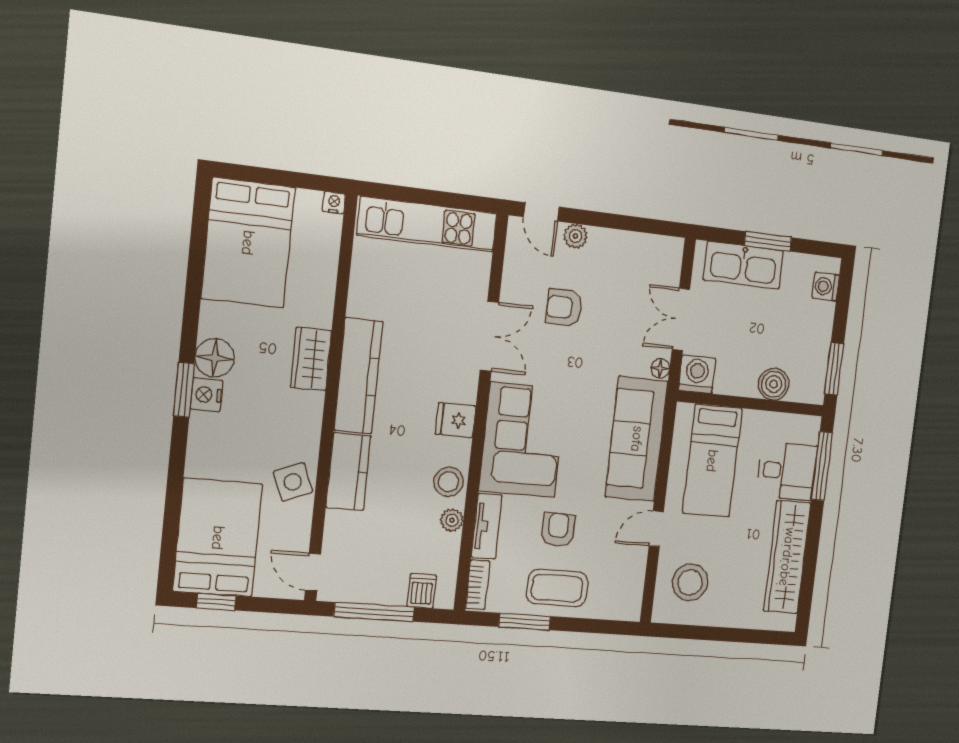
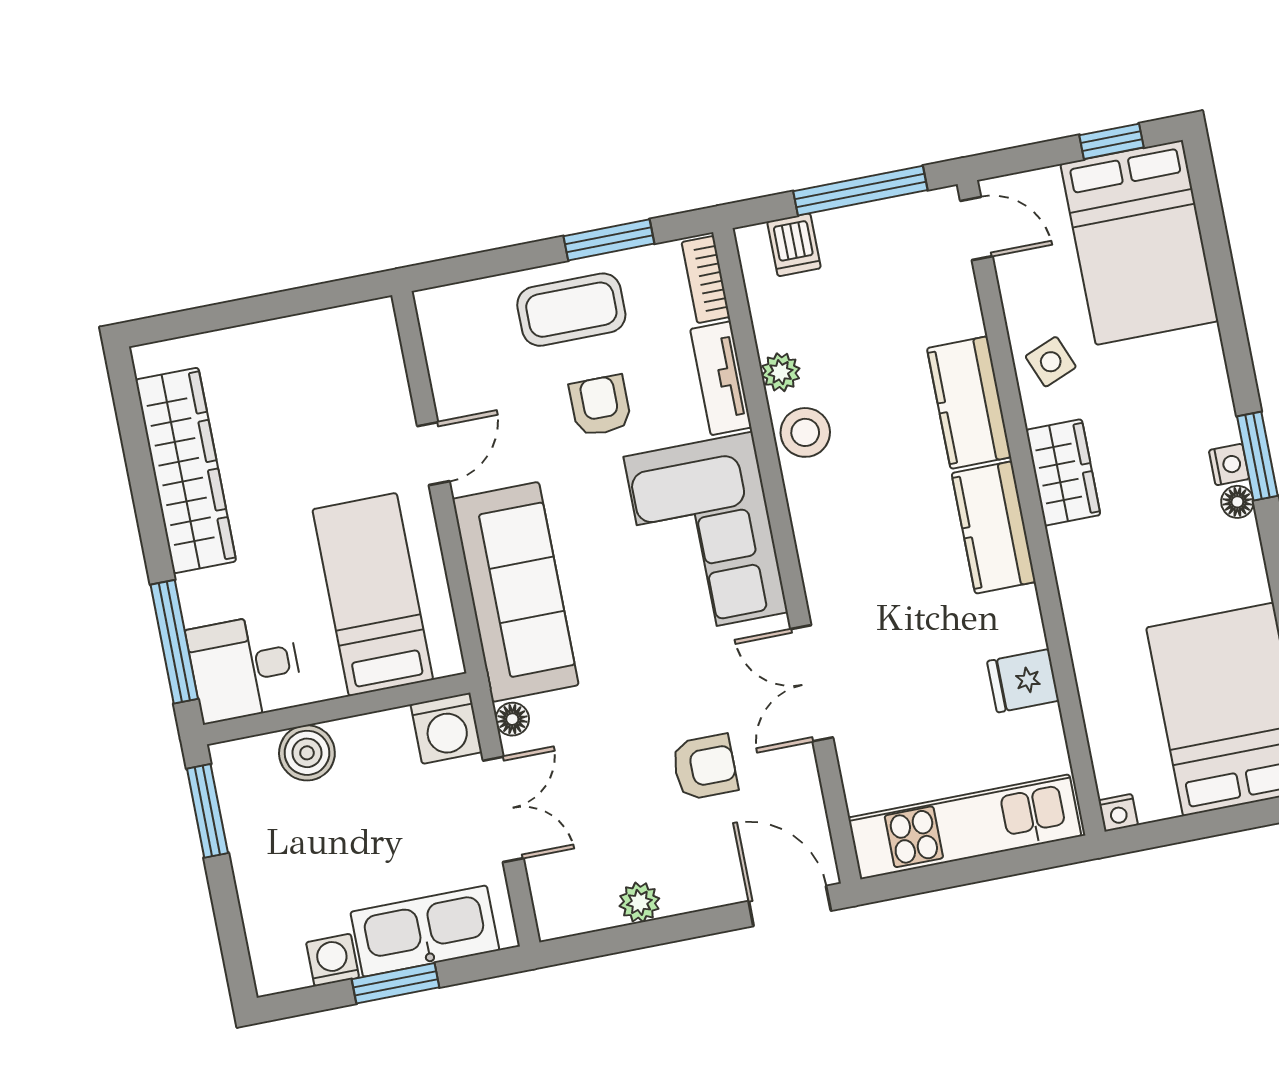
door: (541, 212) -> (790, 906), width x1.38
plant: (576, 236) -> (639, 902), moved
washing machine: (826, 287) -> (333, 960), moved, turned -90
floor lamp: (215, 358) -> (1237, 502), width x0.53, depth x0.53
wardrobe: (311, 359) -> (1063, 472), moved
kitchen counter: (358, 376) -> (994, 528), width x0.67
nightstand: (206, 395) -> (1229, 465), width x0.72, depth x0.74
fridge: (456, 420) -> (1023, 681), moved, turned 180
desk: (787, 471) -> (245, 668), moved
side table: (293, 482) -> (1051, 362), width x0.73, depth x0.73
armchair: (558, 530) -> (600, 406), turned 180
stool: (690, 582) -> (345, 381), removed

